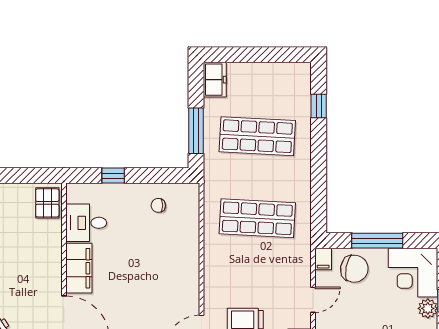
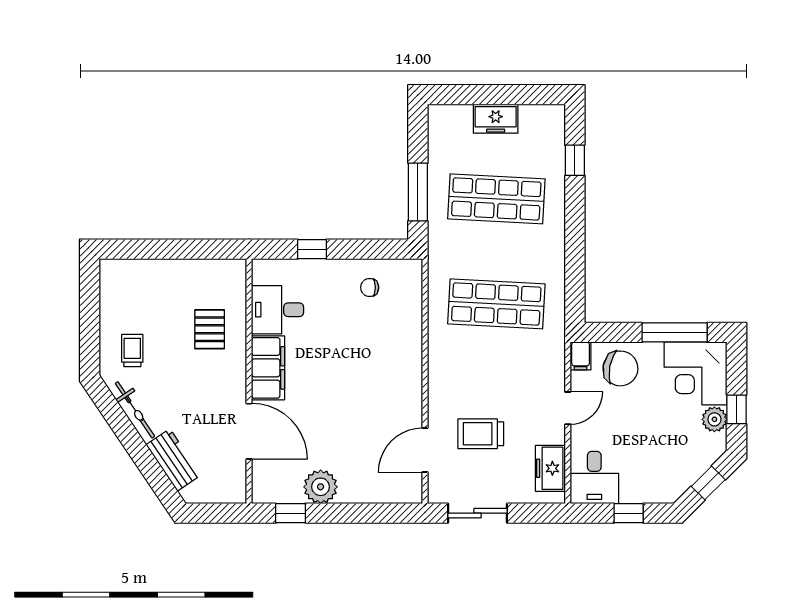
freezer: (215, 80) -> (496, 119), moved, turned 90
pallet: (47, 203) -> (210, 329), moved
window: (377, 241) -> (675, 332), moved

